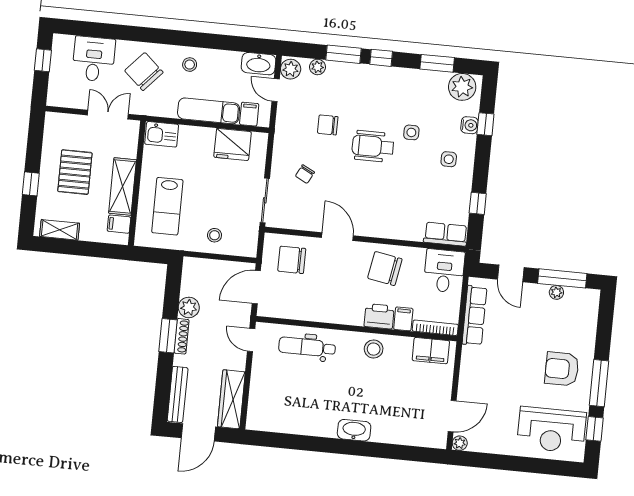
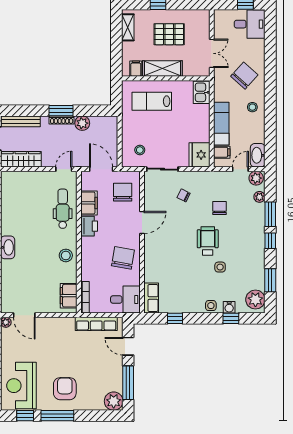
desk: (94, 59) -> (250, 24), moved
fridge: (233, 144) -> (199, 155), moved
side table: (449, 159) -> (211, 306), moved
stool: (215, 235) -> (140, 150), moved
door: (511, 273) -> (128, 346), hinge flipped
plant: (556, 292) -> (114, 401), moved, width x1.87, depth x1.87
printer: (379, 316) -> (89, 226), moved
filing cabinet: (403, 319) -> (89, 203), moved, width x2.00

